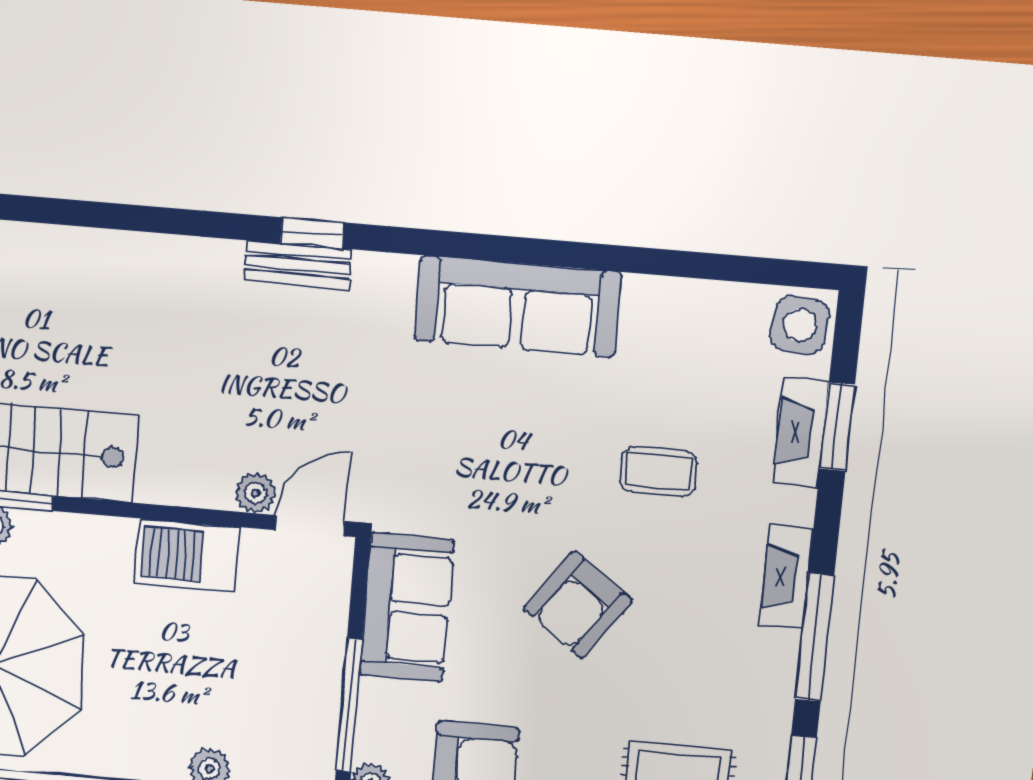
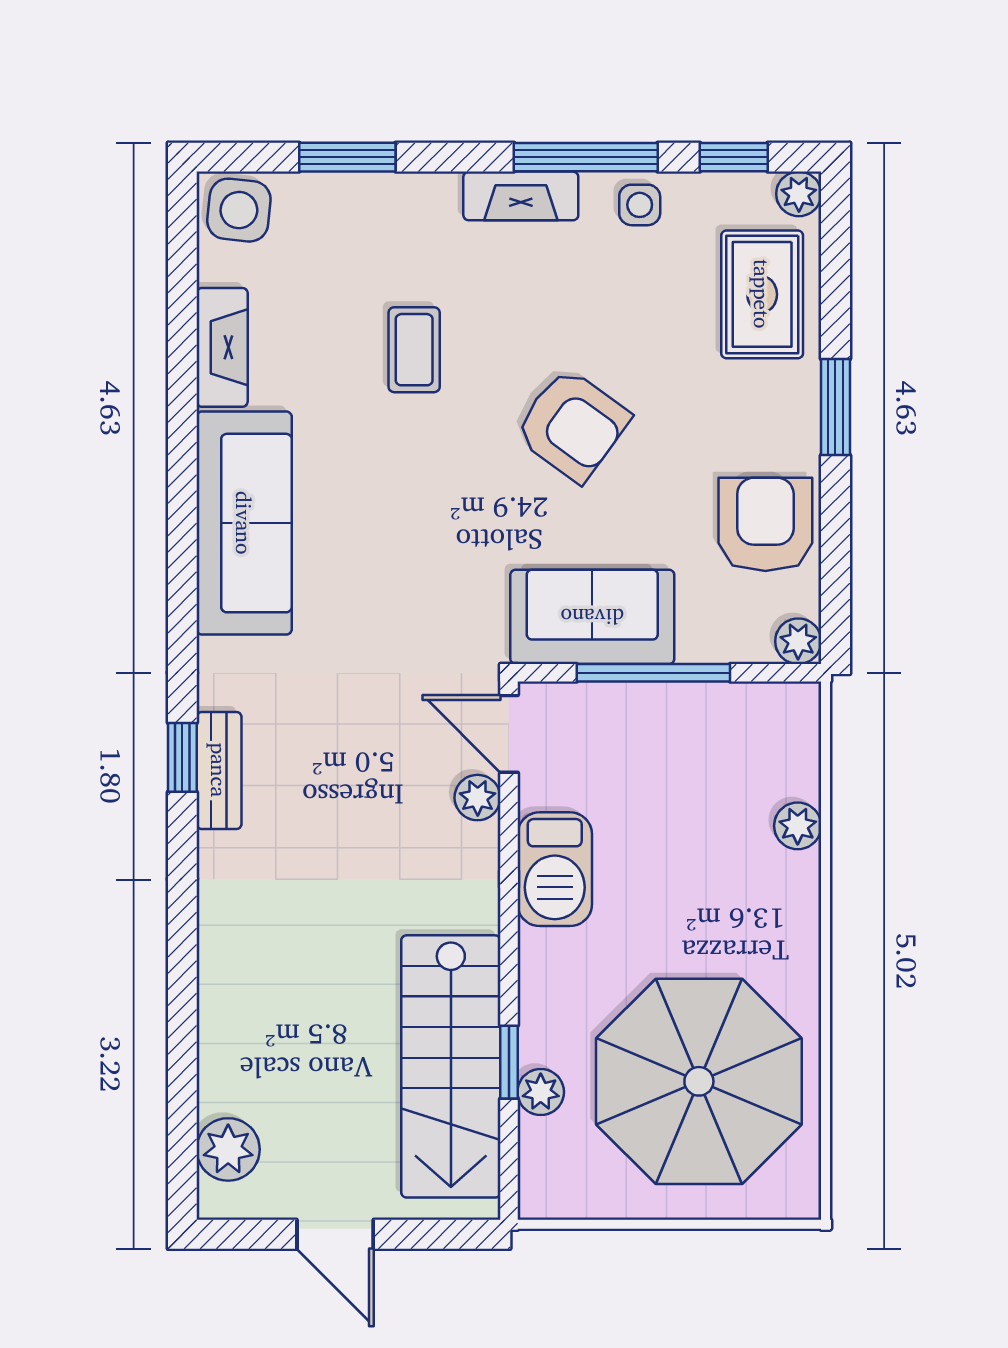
fireplace: (801, 433) -> (222, 347), moved, turned -90
side table: (767, 681) -> (640, 205), added
window: (349, 705) -> (653, 673), moved

